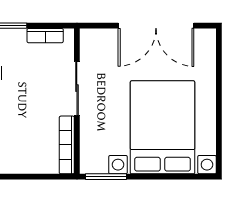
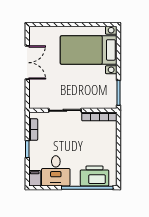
double door: (156, 26) -> (27, 63), width x0.73
bed with nightstands: (162, 127) -> (89, 50), width x0.73

